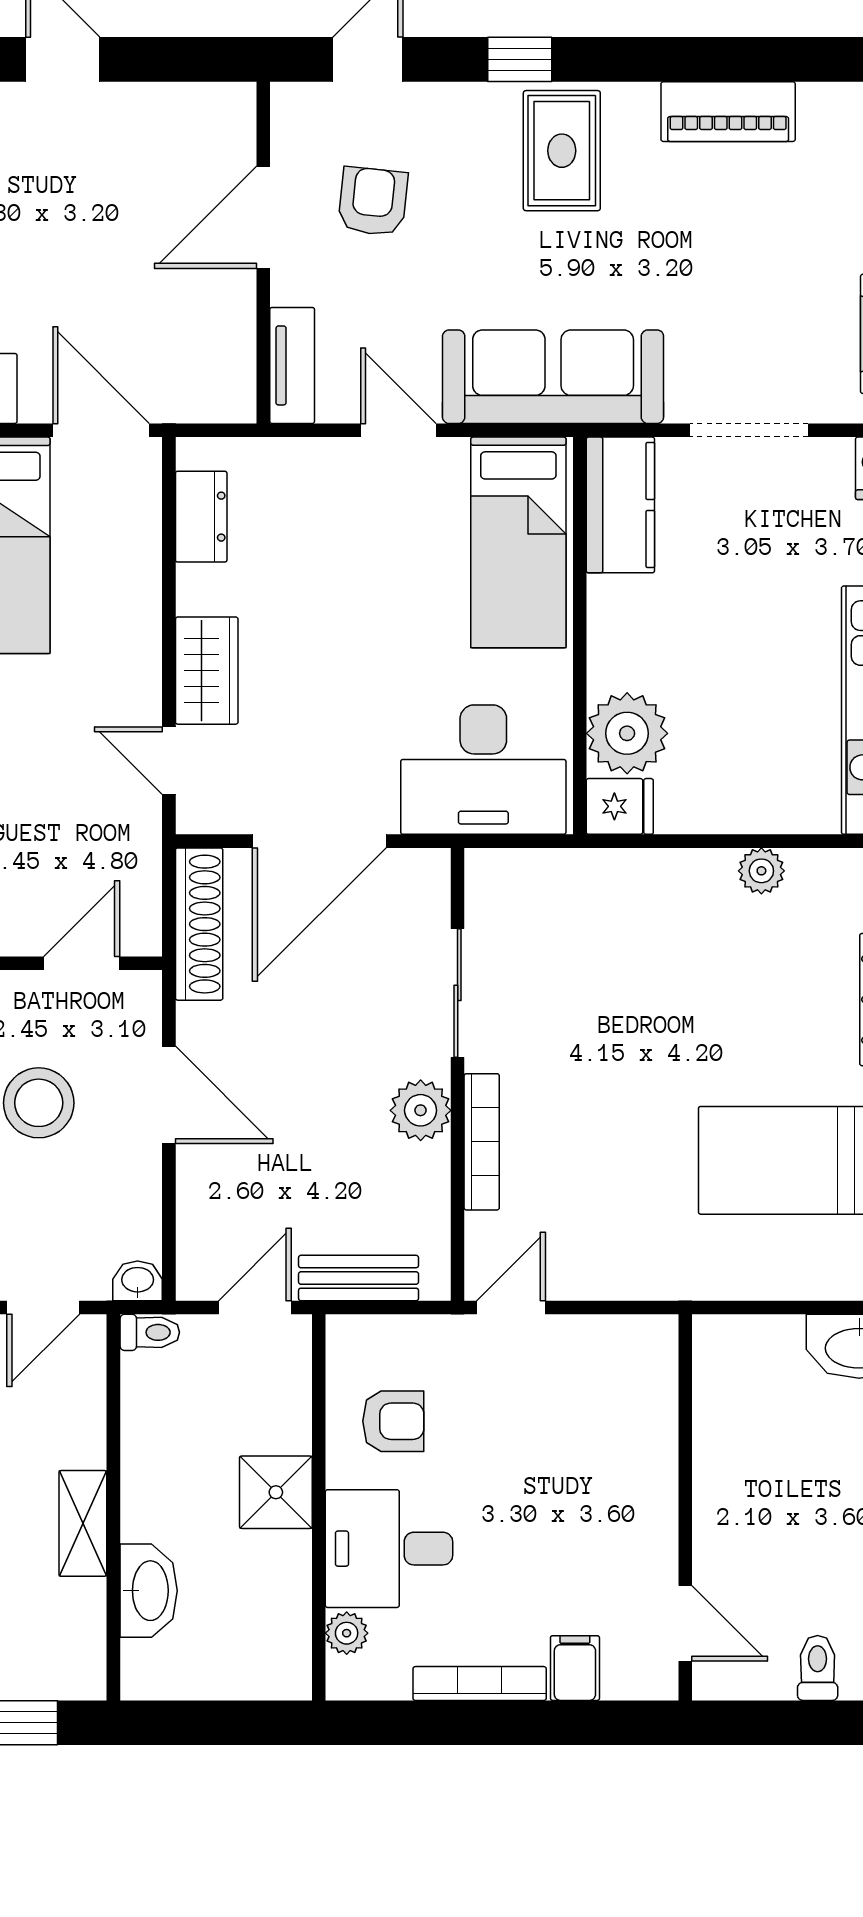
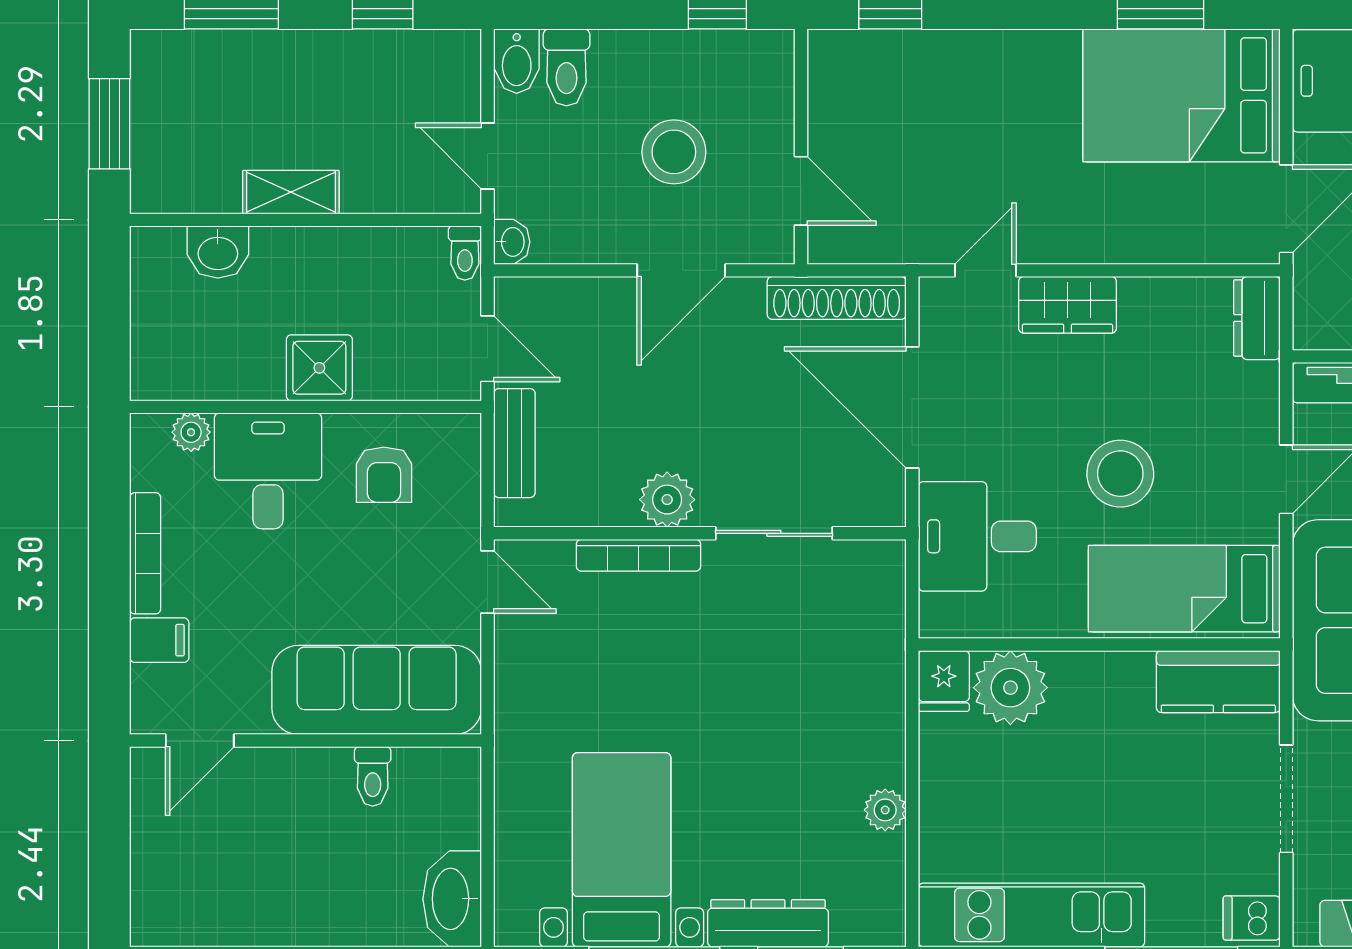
dresser: (201, 517) -> (1257, 318), moved, turned 90
stool: (392, 613) -> (1120, 474), added
desk: (483, 770) -> (977, 536), width x0.73
sofa: (630, 1429) -> (377, 690), added
washbasin: (149, 1591) -> (218, 252), width x0.72
toilet: (818, 1668) -> (373, 776), moved, turned 90

